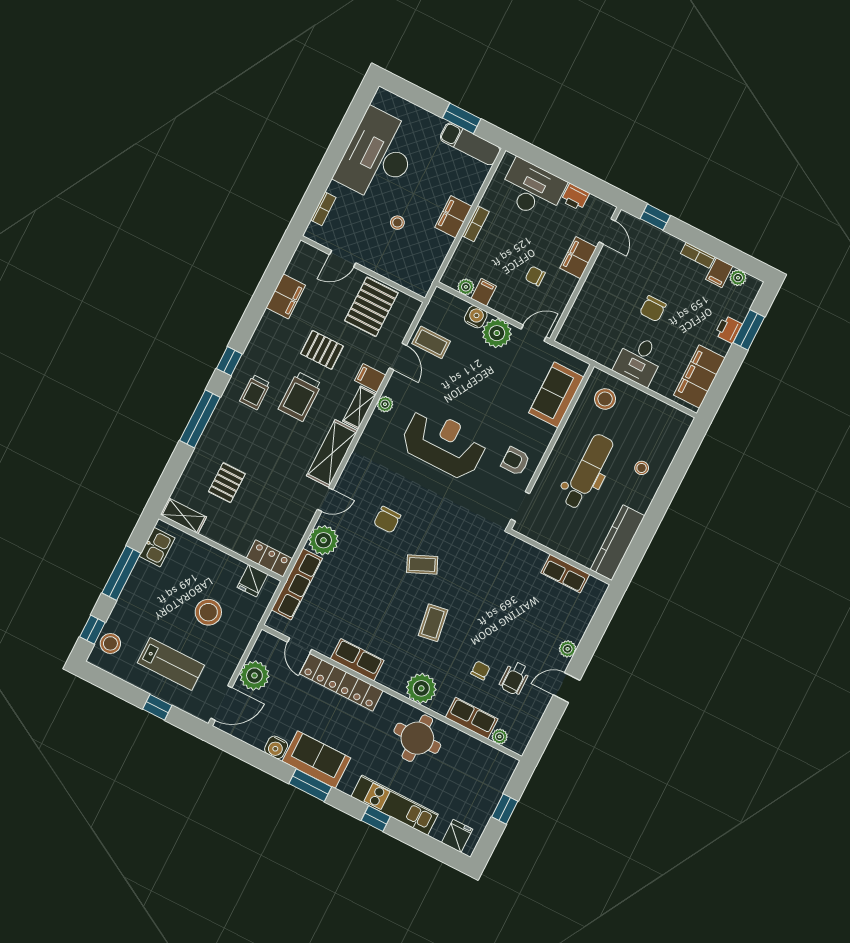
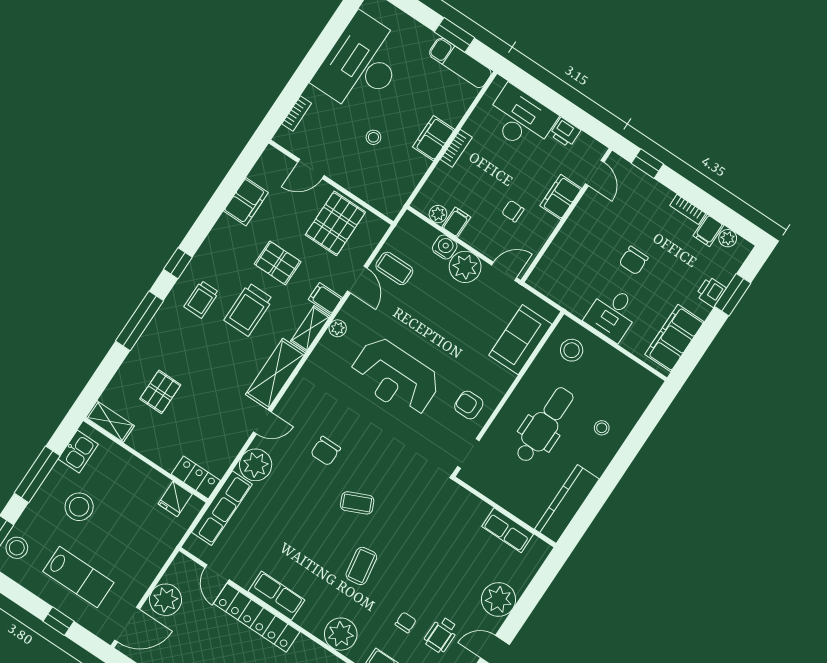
reception desk: (444, 443) -> (395, 377), turned 180
stool: (208, 612) -> (79, 507), moved
plant: (568, 649) -> (499, 599), width x1.87, depth x1.87

